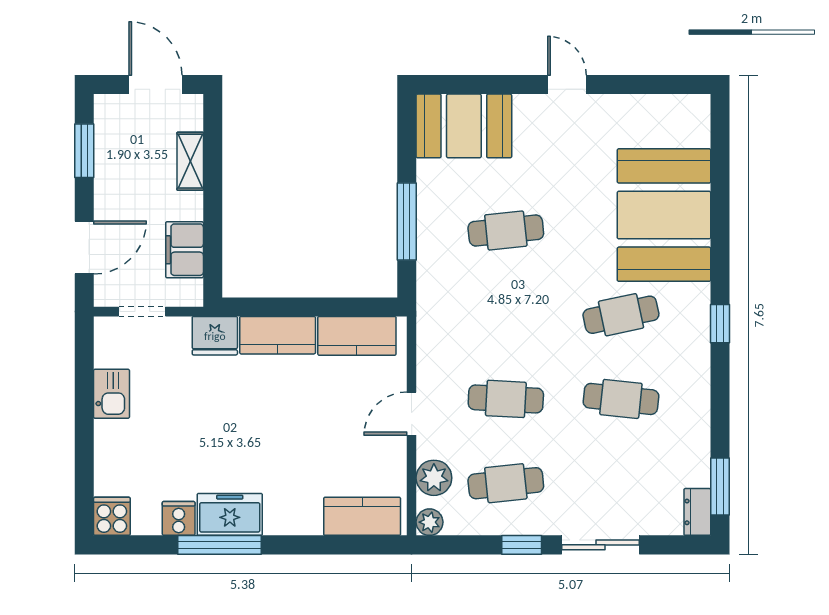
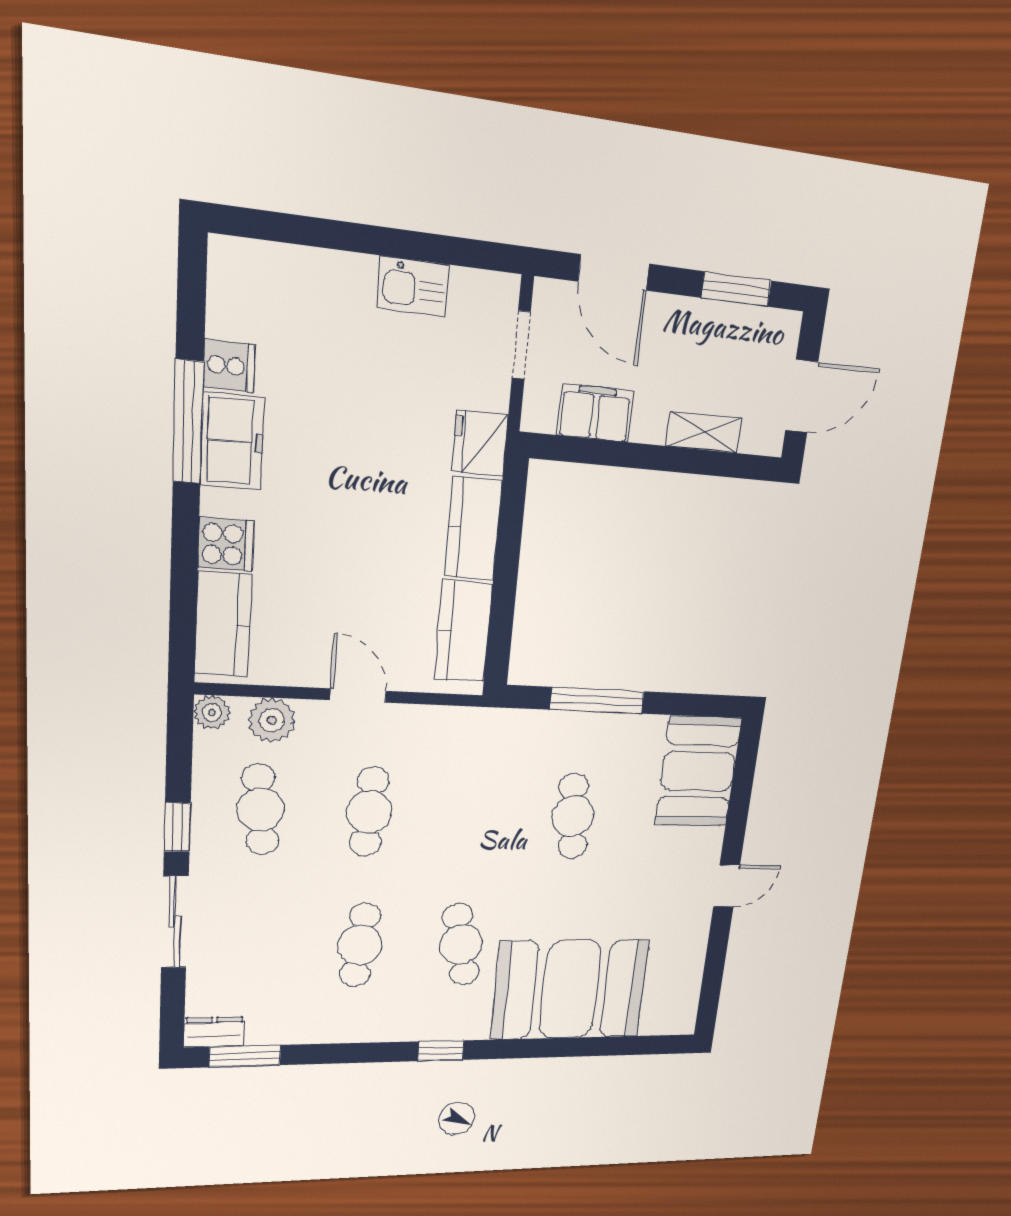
cooker: (112, 516) -> (226, 544), moved

